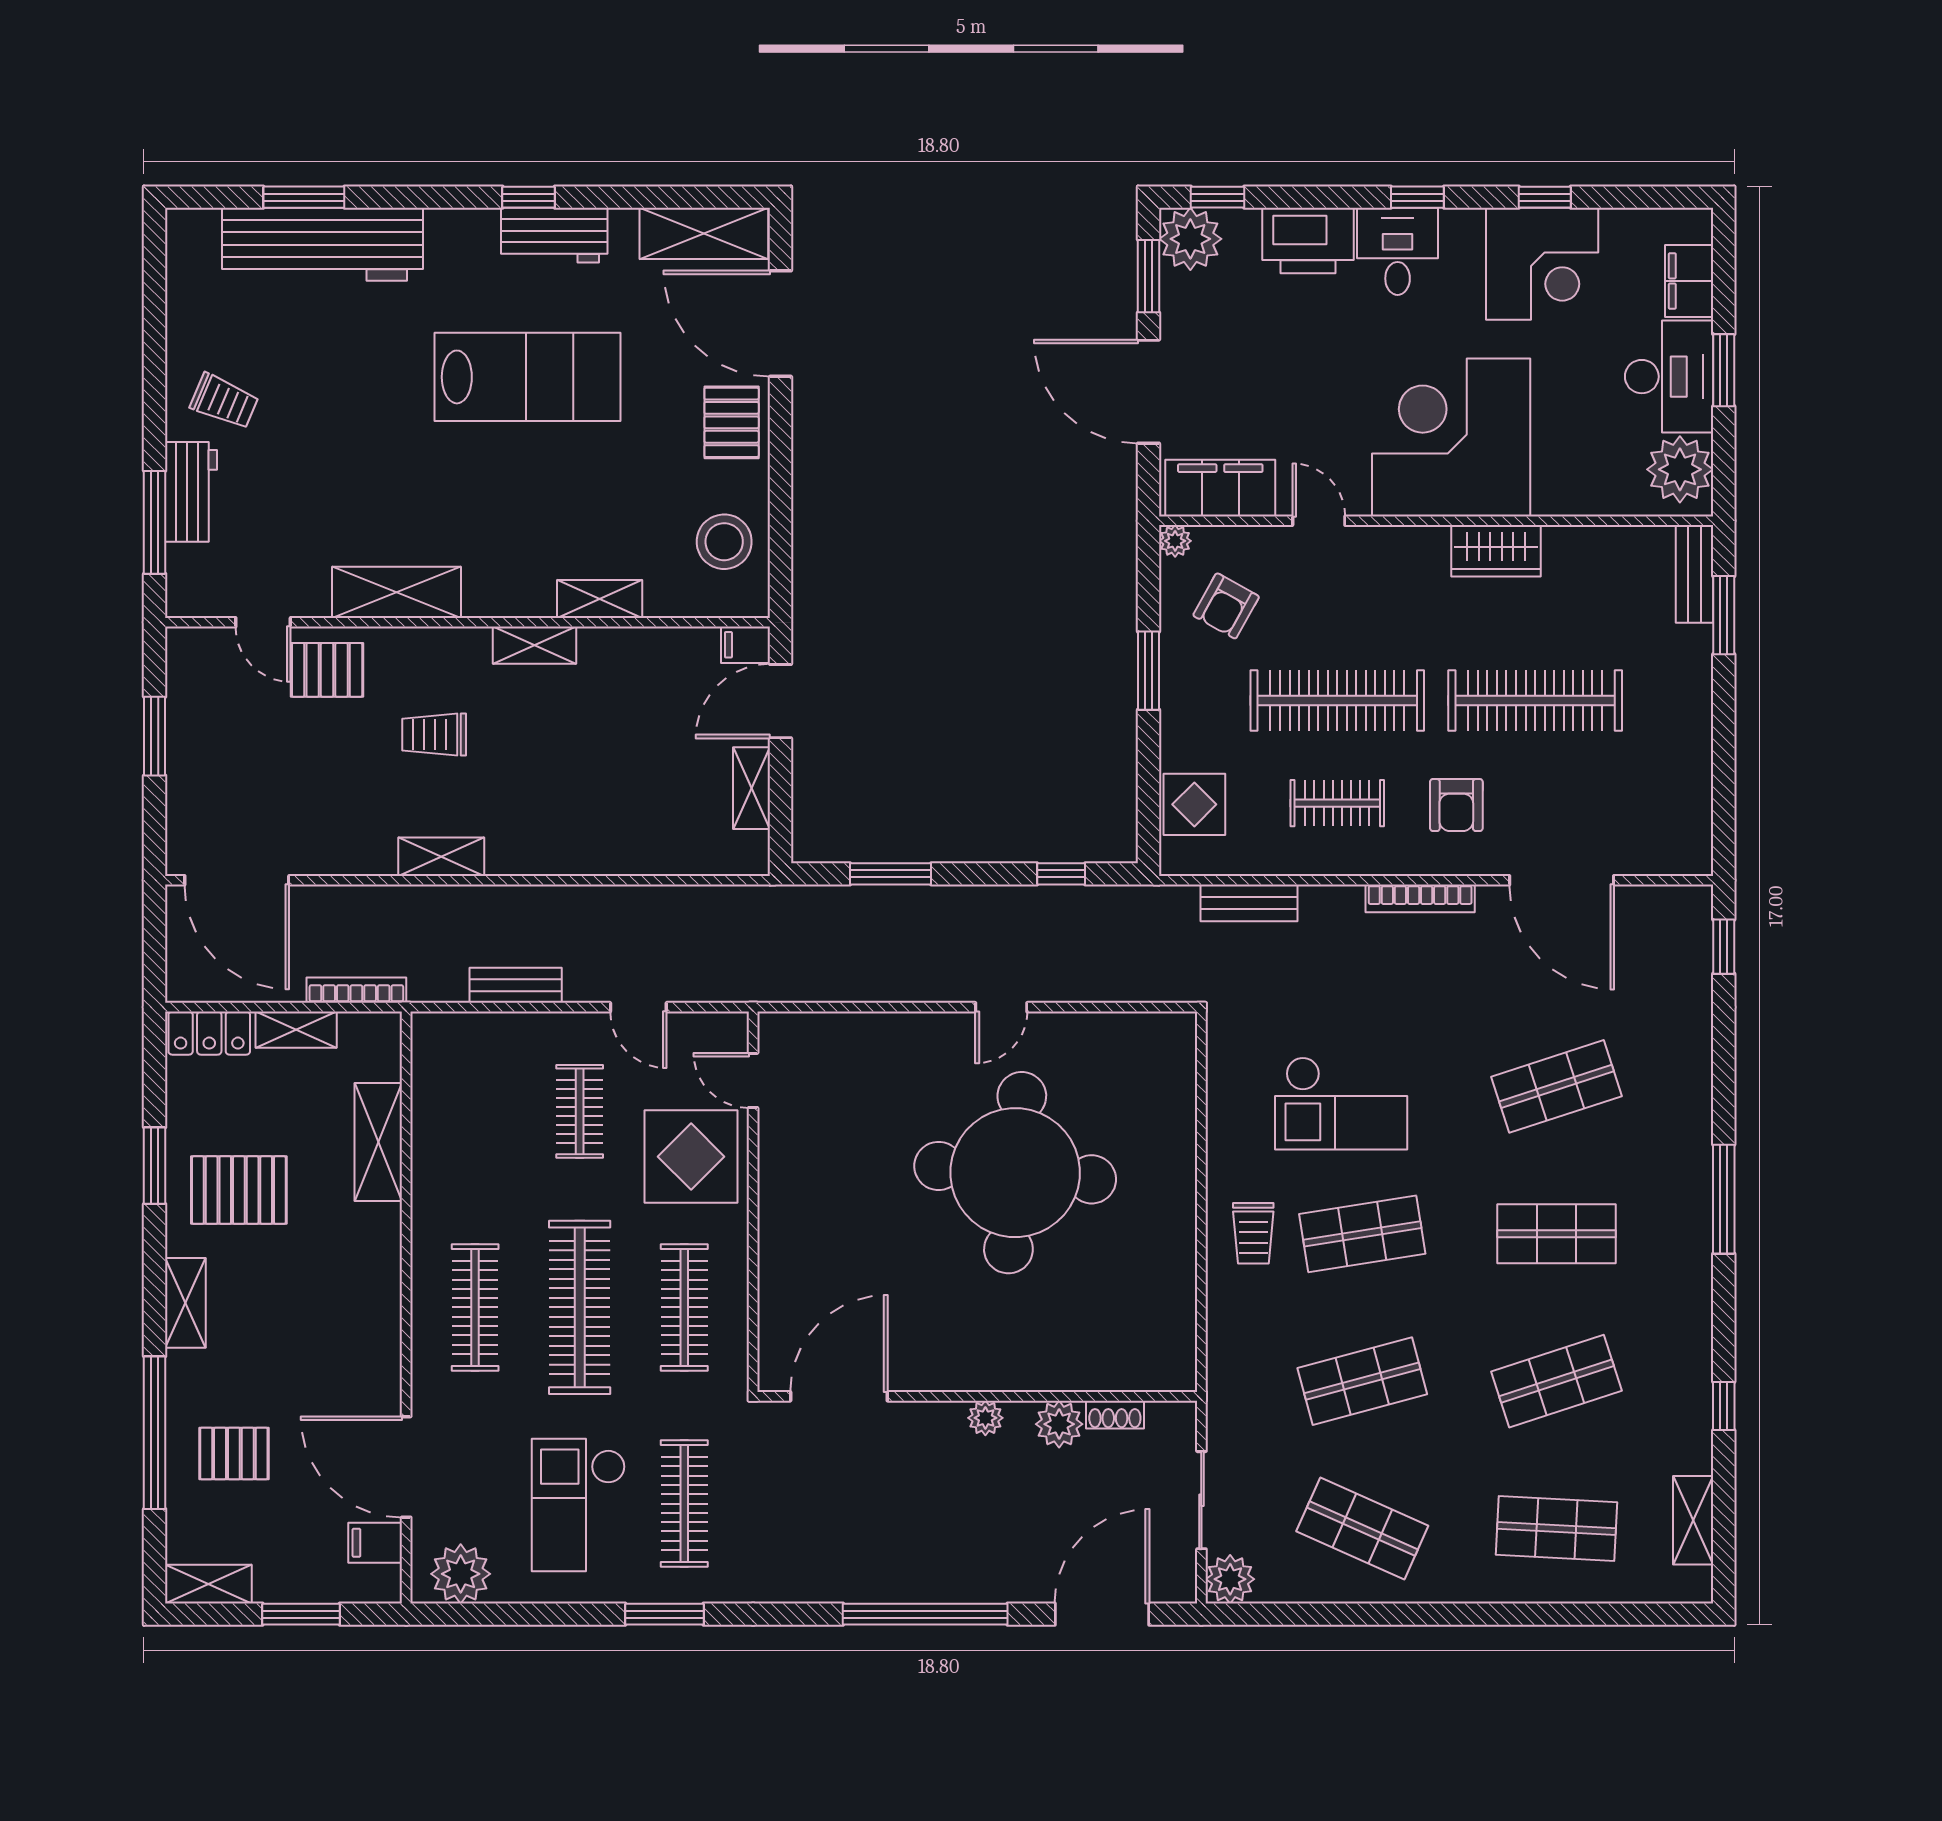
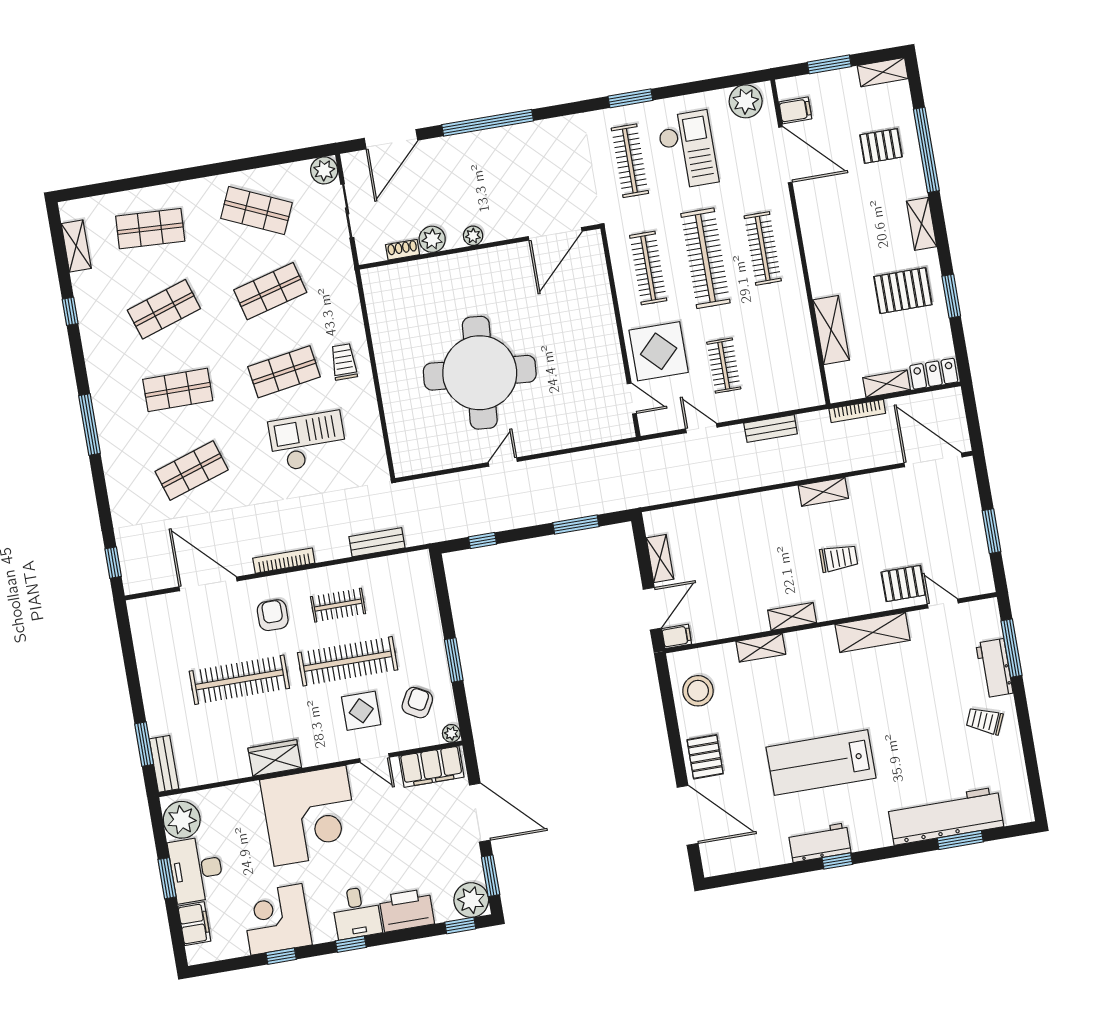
shelving: (704, 233) -> (738, 858), removed
display table: (1194, 804) -> (361, 711), moved

